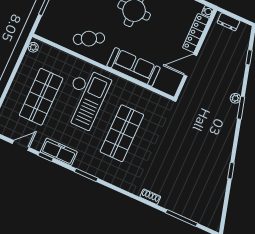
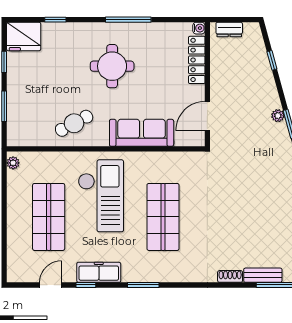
door: (190, 65) -> (207, 116), moved
bench: (174, 206) -> (263, 275), added

